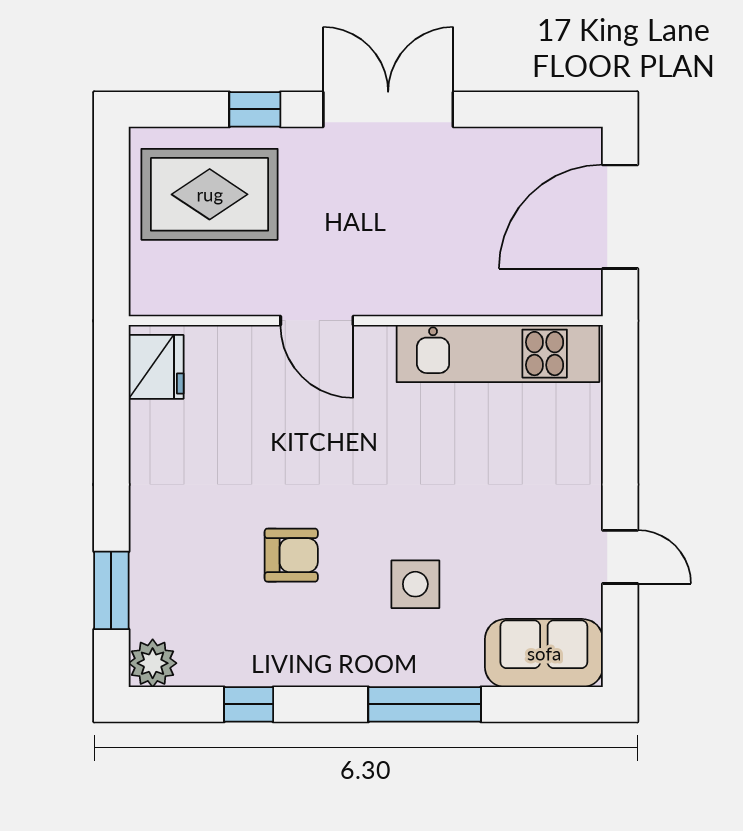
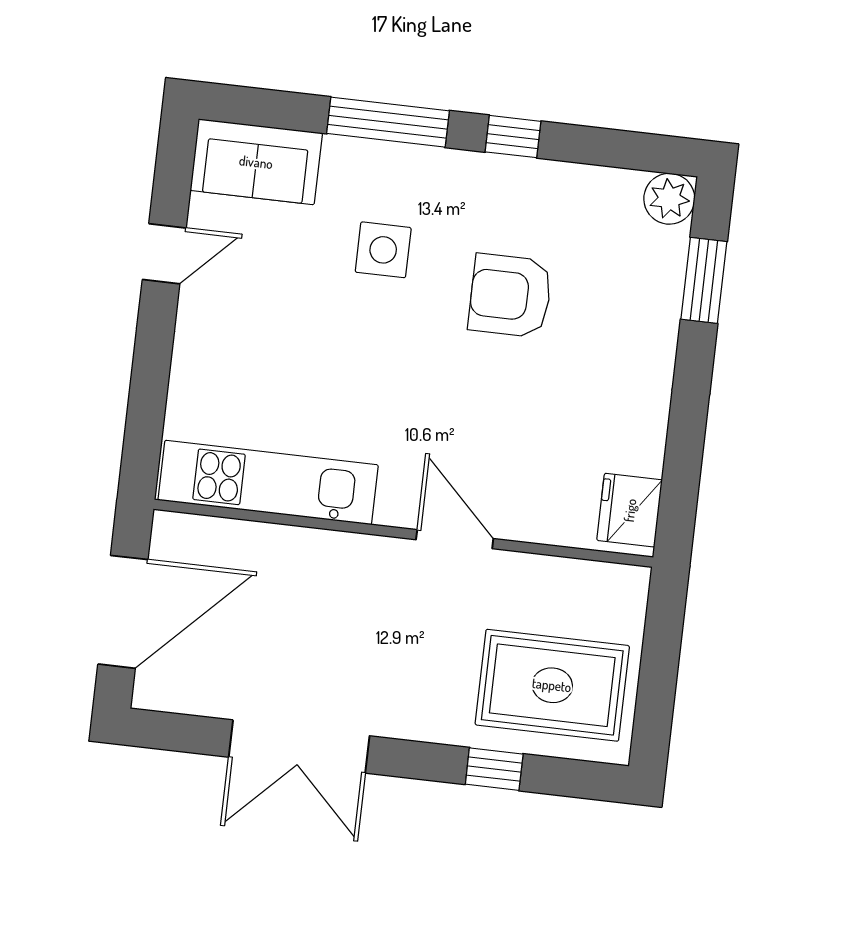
double door: (388, 109) -> (299, 746), moved
armchair: (291, 555) -> (510, 296), width x1.38, depth x1.38
door: (620, 557) -> (164, 254), swing flipped
window: (249, 704) -> (513, 137), moved

